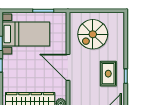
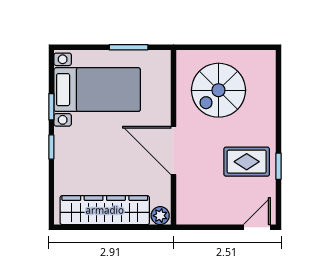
rug: (108, 74) -> (247, 162), turned 90

